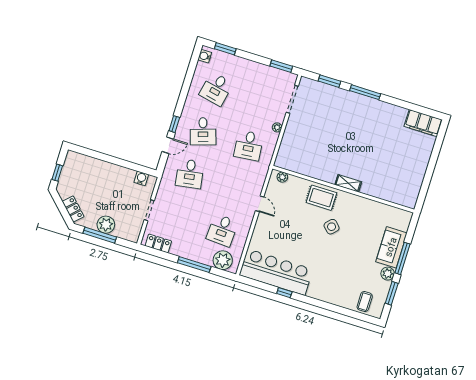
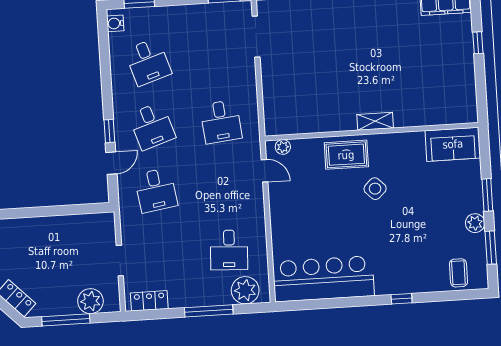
desk: (216, 89) -> (148, 62), turned -30
plant: (277, 127) -> (250, 82), removed
window: (434, 158) -> (478, 43), added
water cooler: (141, 178) -> (93, 222), removed
door: (260, 204) -> (264, 171), moved
plant: (106, 225) -> (90, 301), moved
sofa: (391, 247) -> (453, 144), moved, turned -90
window: (402, 258) -> (487, 195), width x0.69
window: (284, 293) -> (402, 299), moved

